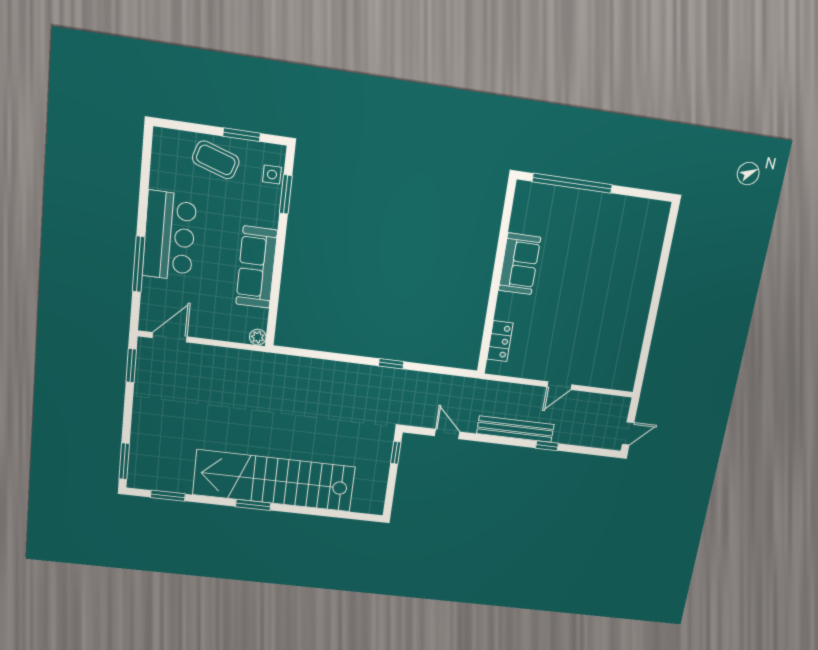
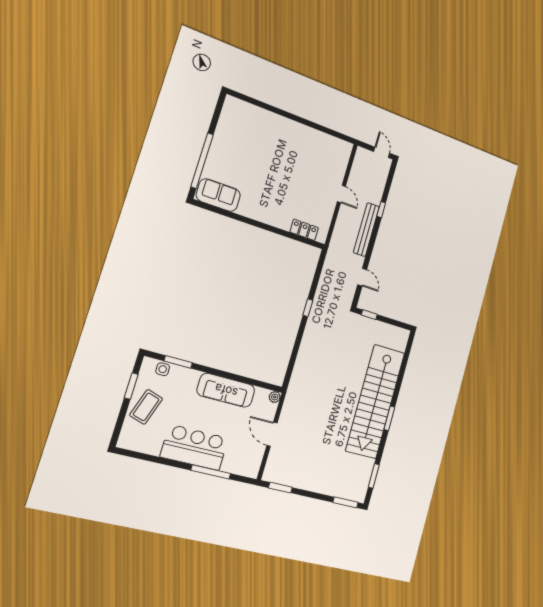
sofa: (520, 264) -> (218, 195), moved
door: (170, 337) -> (272, 434), moved
door: (447, 434) -> (362, 277), swing flipped

